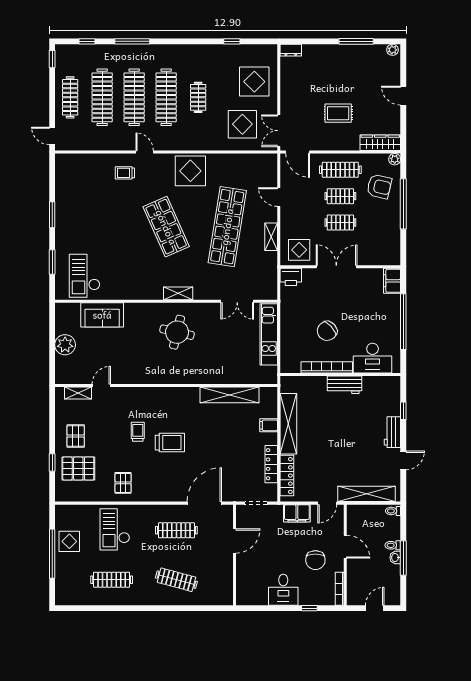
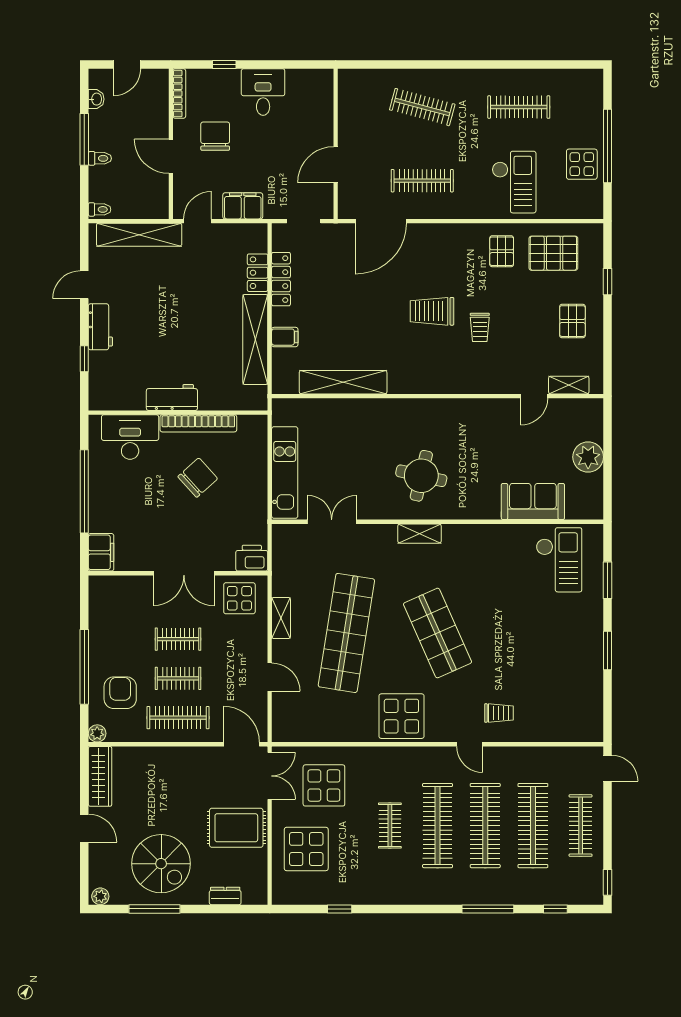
dresser: (291, 50) -> (225, 896), moved
spiral stairs: (352, 72) -> (161, 864), added
rug: (338, 113) -> (236, 828), moved, width x1.36, depth x1.43
wardrobe: (380, 143) -> (100, 776), moved, turned -90
armchair: (379, 187) -> (120, 693), turned 77
pallet: (78, 468) -> (553, 253), moved
locker: (287, 476) -> (258, 273), width x0.66
washbasin: (395, 558) -> (96, 99), moved

